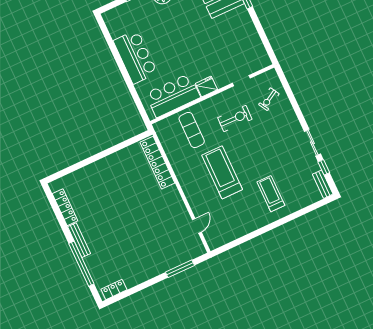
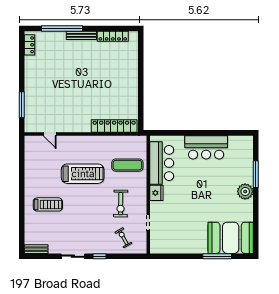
window: (324, 167) -> (99, 256), moved

